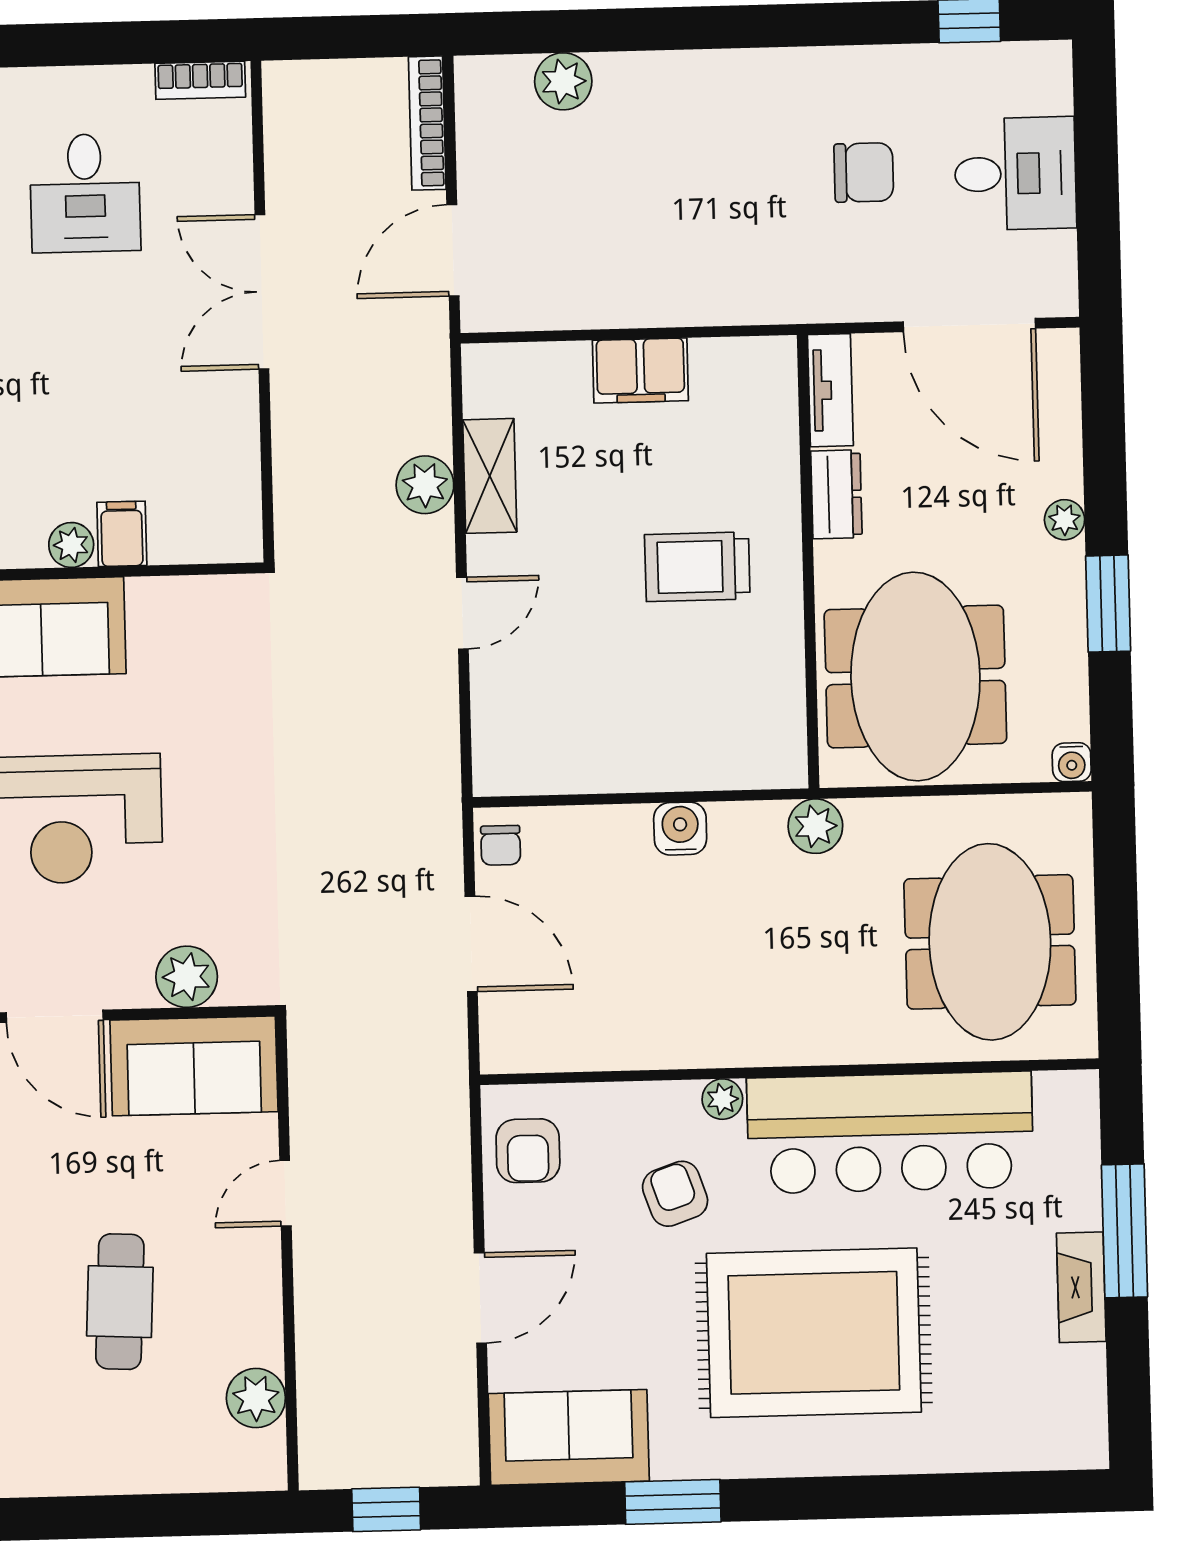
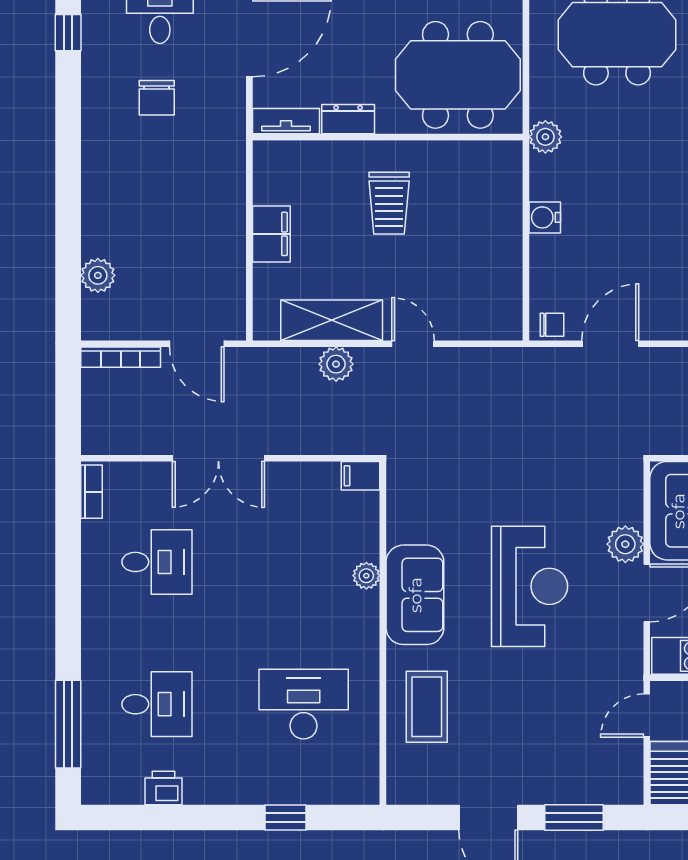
chair: (864, 172) -> (157, 98), turned 180
shelving: (490, 476) -> (332, 320), width x1.50, depth x1.33
filing cabinet: (122, 534) -> (360, 476), moved
plant: (187, 977) -> (625, 544), moved

